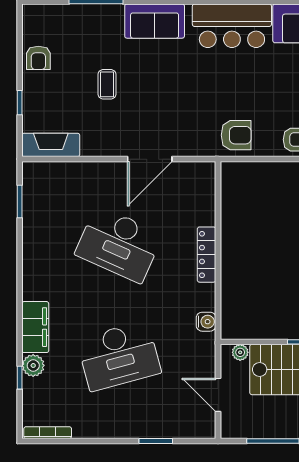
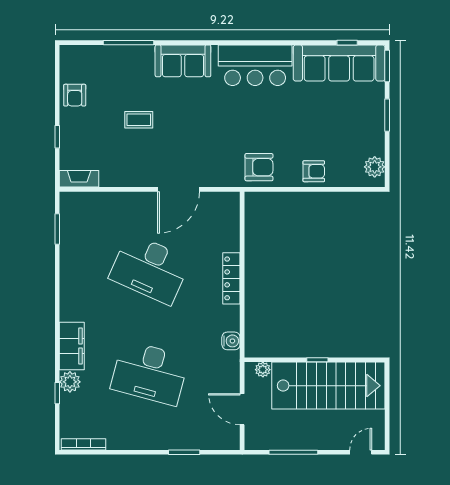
coffee table: (107, 84) -> (139, 120), turned 90
fireplace: (51, 145) -> (79, 179), width x0.73, depth x0.76
desk: (119, 356) -> (150, 373), turned 30

